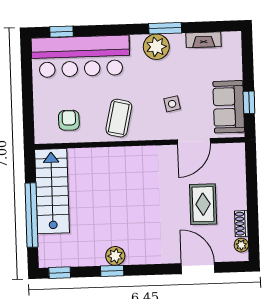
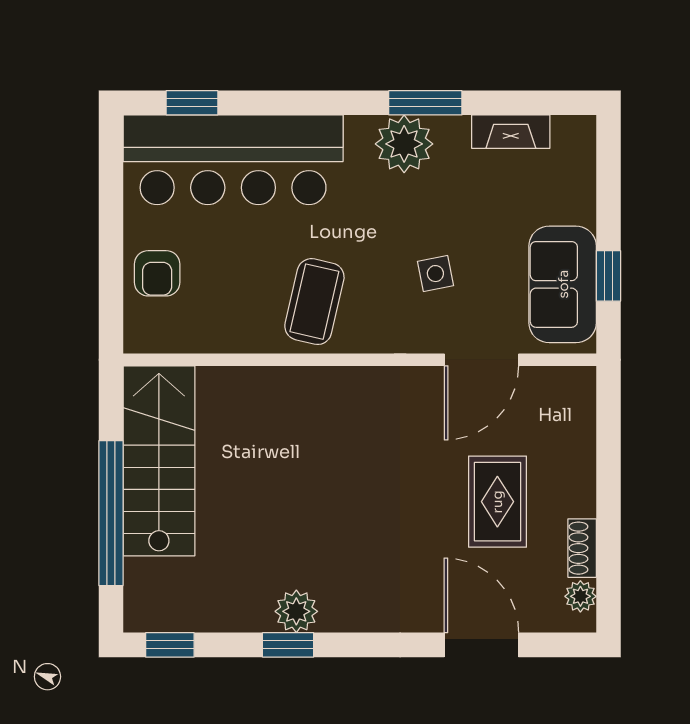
armchair: (69, 120) -> (157, 273), moved, turned 180

